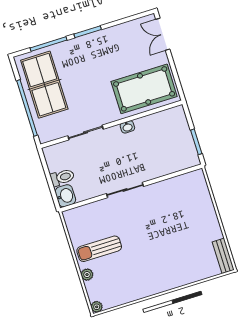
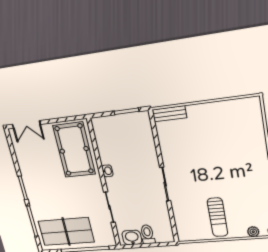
washbasin: (65, 196) -> (132, 238), moved
bench: (223, 256) -> (169, 114), moved
plant: (87, 275) -> (253, 232), moved

